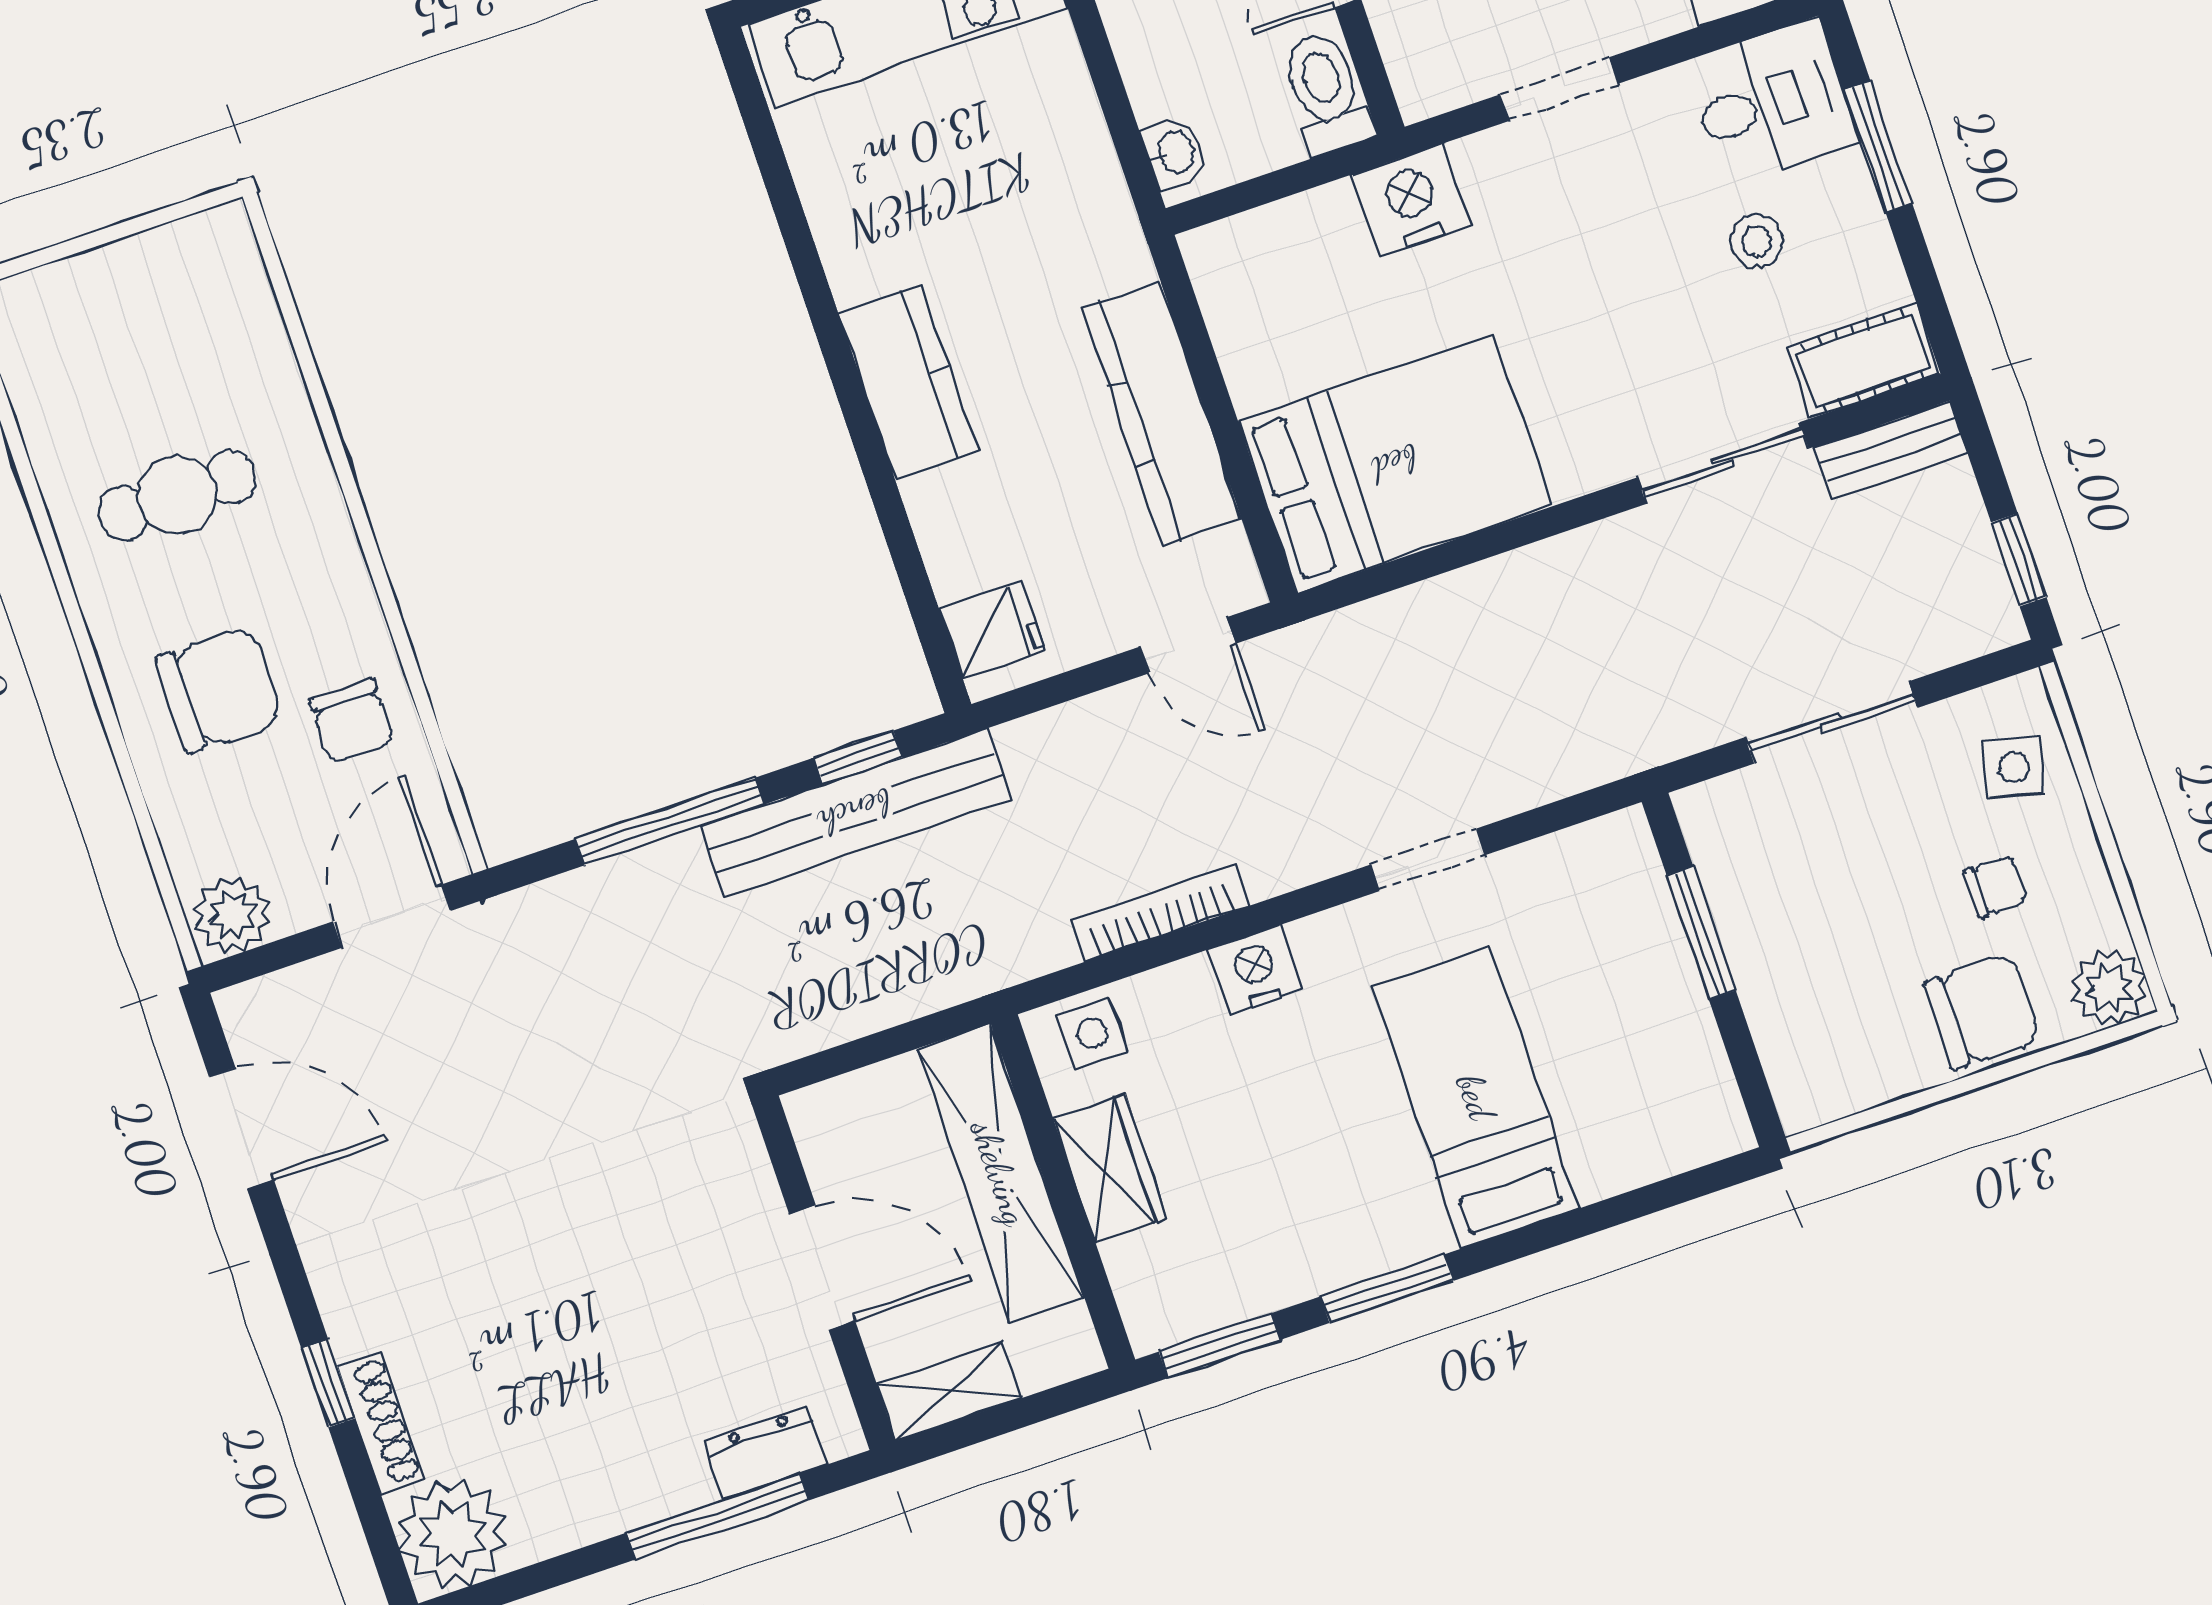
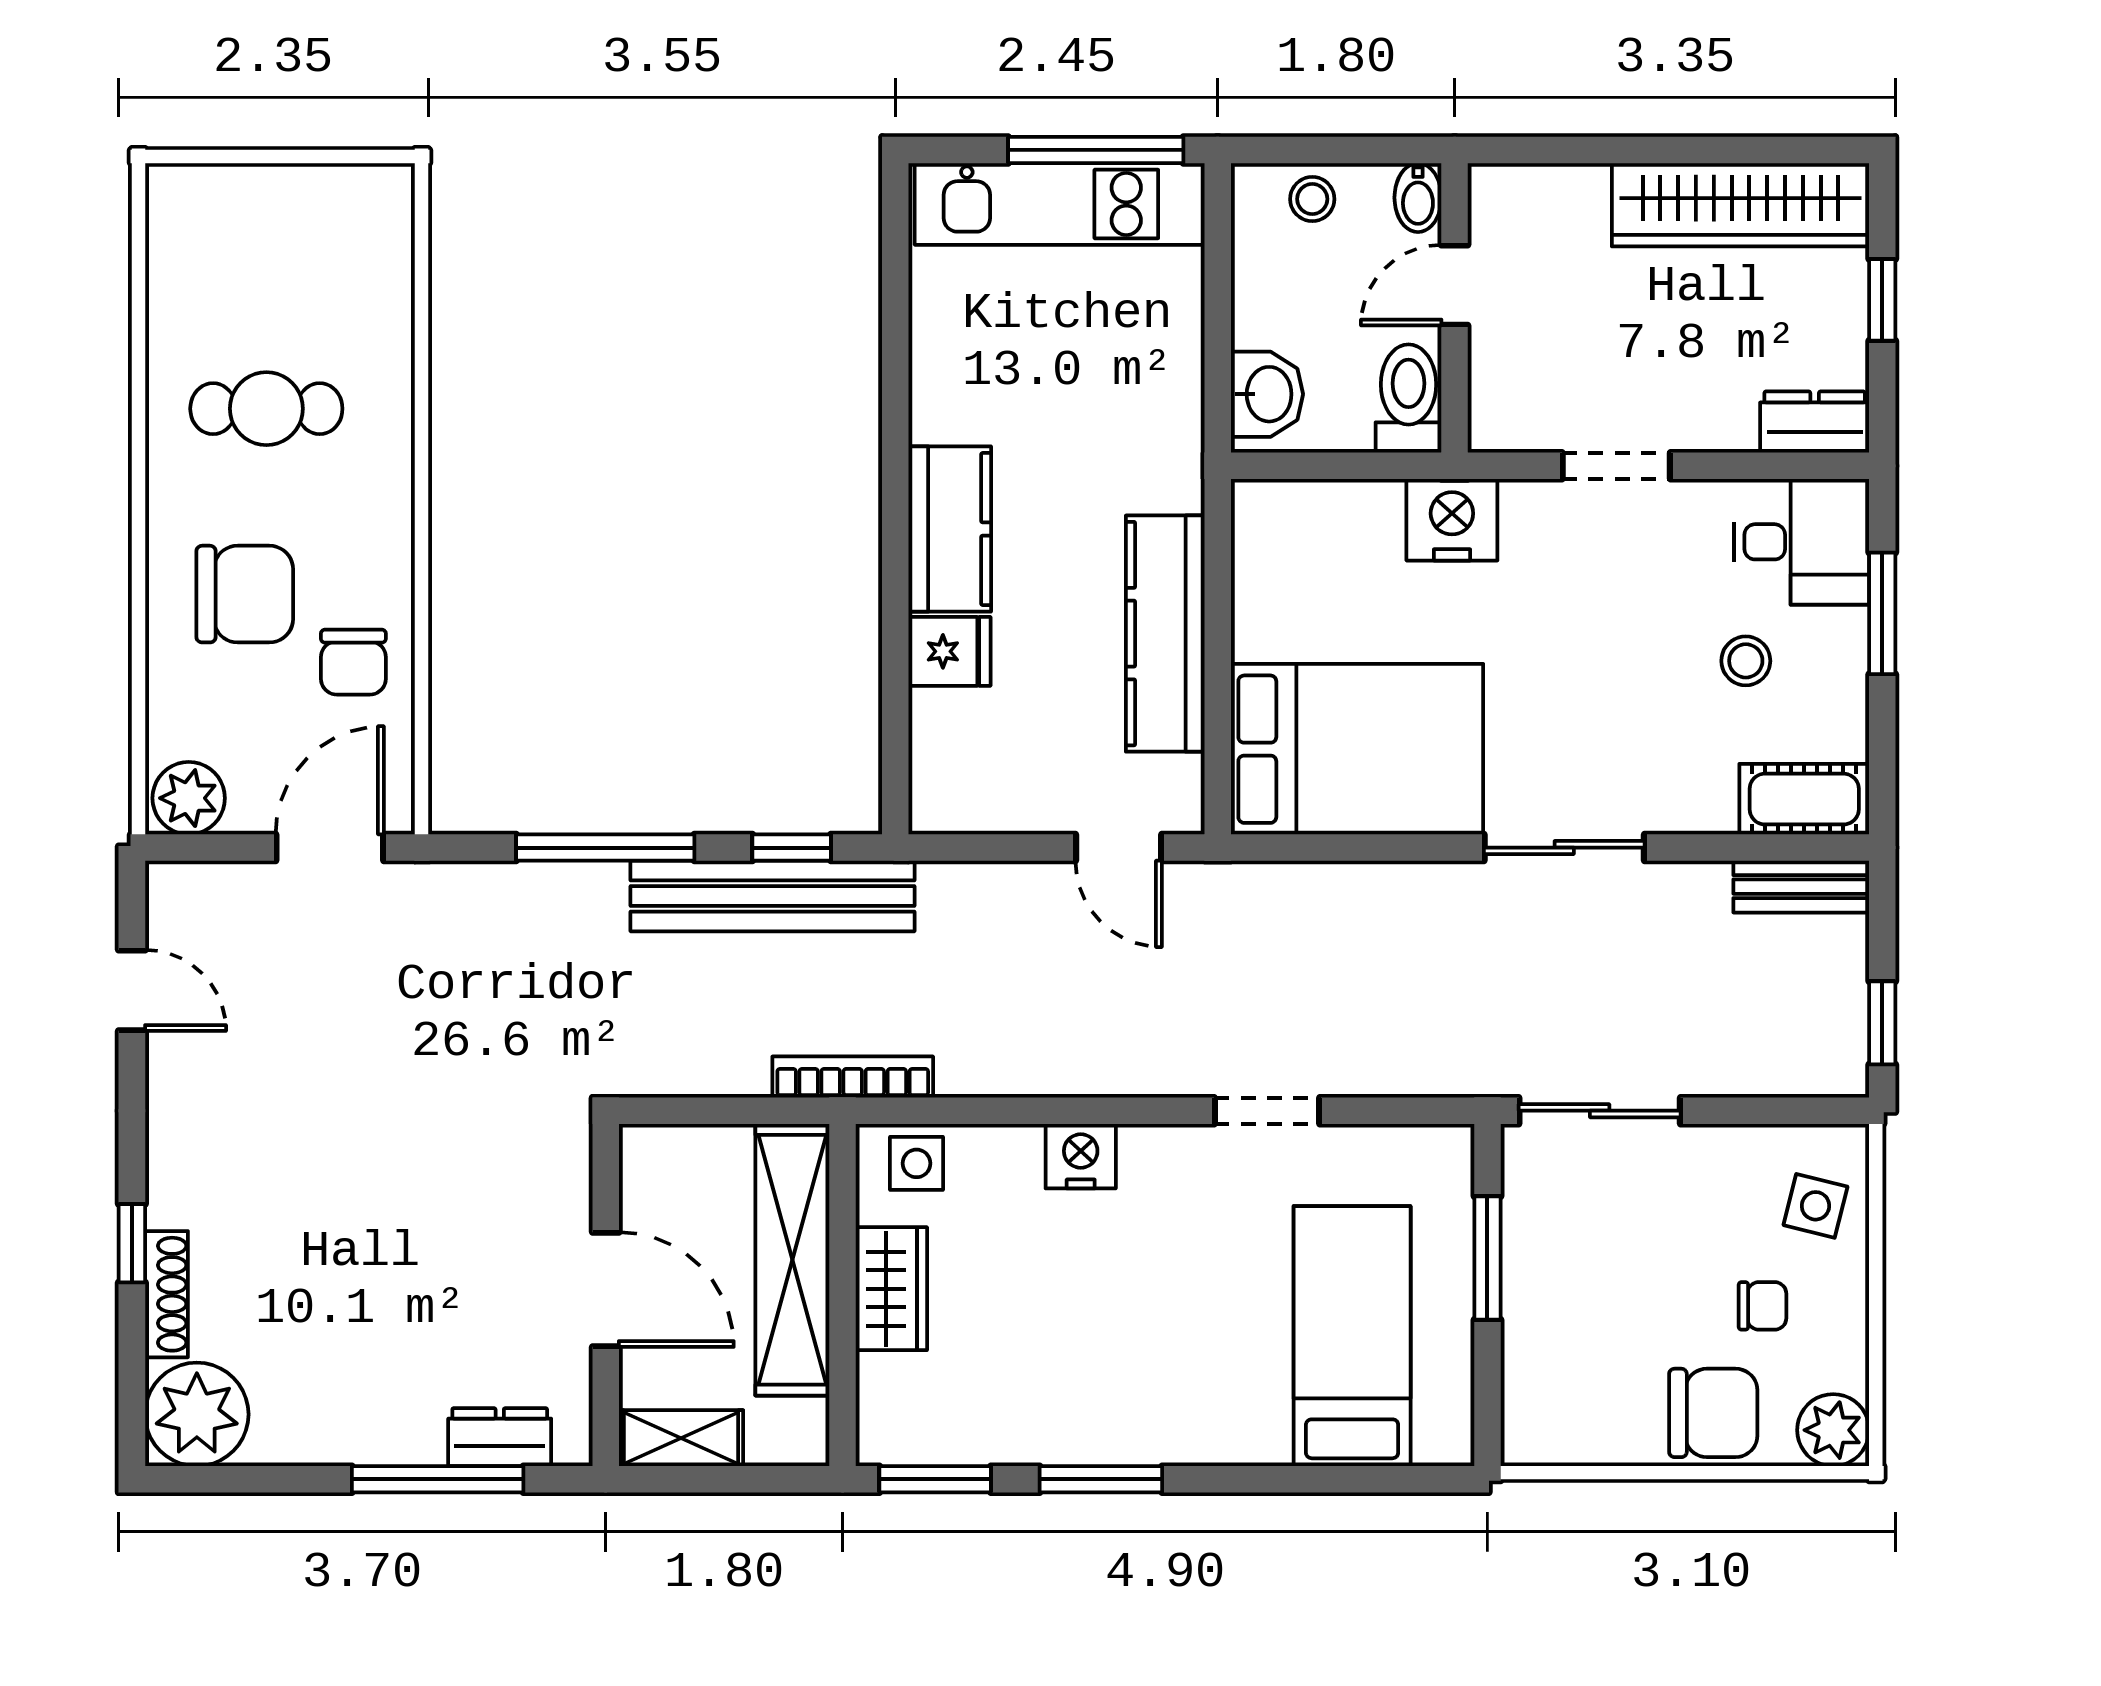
washbasin: (1175, 153) -> (1267, 394), width x1.38, depth x1.45
sliding door: (1723, 463) -> (1564, 848), moved
fridge: (992, 630) -> (949, 651), moved
sliding door: (1831, 722) -> (1600, 1111), moved
bookcase: (1160, 913) -> (853, 1077), moved
bed: (1476, 1097) -> (1352, 1336), moved
door: (241, 1128) -> (132, 990), width x0.73

